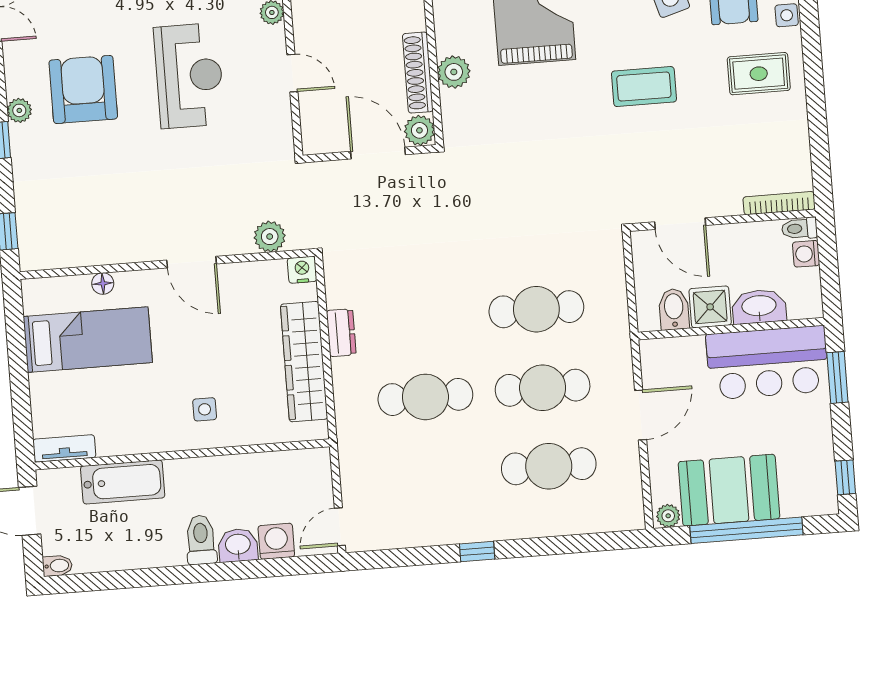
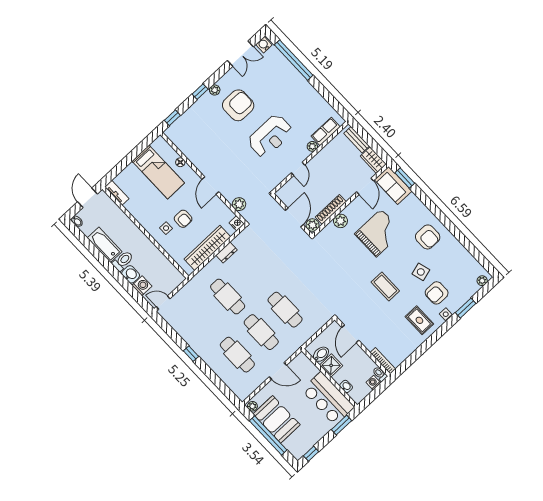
washbasin: (759, 307) -> (346, 386), width x0.52, depth x0.69
armchair: (213, 363) -> (183, 219), added
bathtub: (123, 482) -> (105, 245), moved, turned 180

